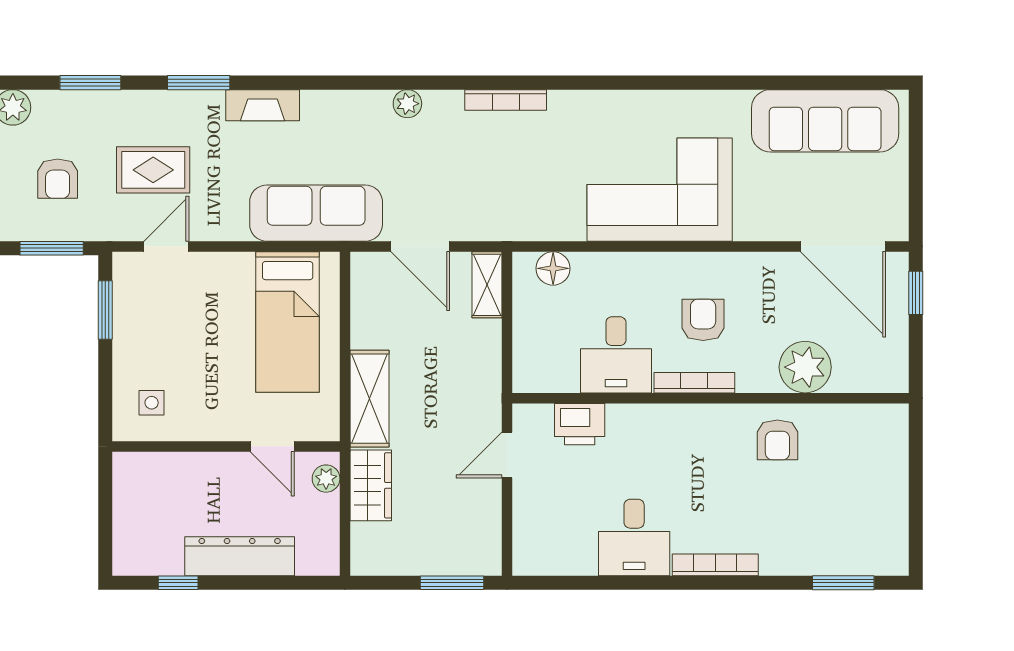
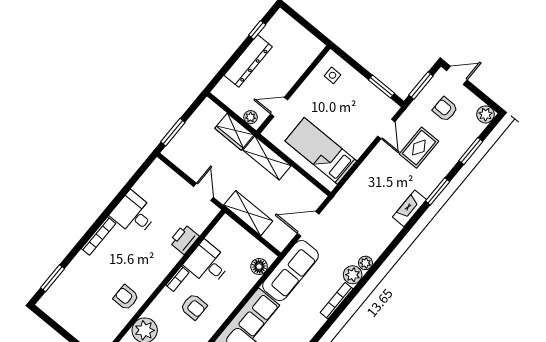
plant: (443, 108) -> (353, 275), added
sofa: (316, 213) -> (291, 271), moved
shelving: (487, 285) -> (248, 213), moved, width x1.50, depth x1.33
bookcase: (694, 383) -> (177, 279), width x0.64
printer: (580, 424) -> (184, 239), moved

